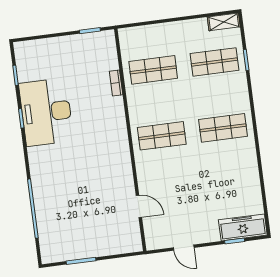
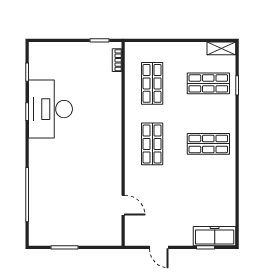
shop shelf: (153, 70) -> (152, 83), turned 90
bookcase: (116, 83) -> (117, 60), moved
shop shelf: (162, 136) -> (152, 144), turned 90

